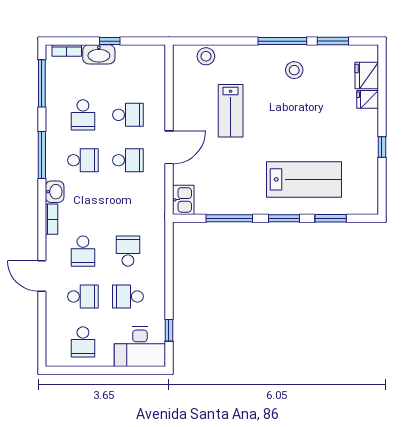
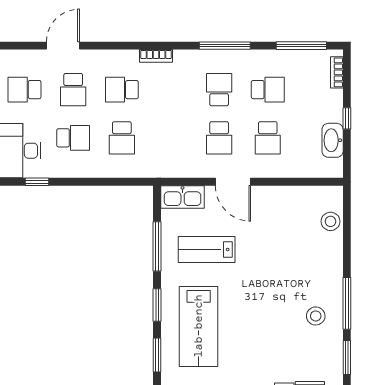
washbasin: (99, 54) -> (333, 140), moved
lab bench: (231, 111) -> (207, 250), moved
school desk: (83, 115) -> (268, 90), turned 180
school desk: (83, 160) -> (219, 90), turned 180
washbasin: (55, 192) -> (185, 59), removed
kitchen sink: (183, 200) -> (183, 197), width x1.38
school desk: (128, 251) -> (122, 138), turned 90
door: (42, 276) -> (63, 46), moved
school desk: (128, 296) -> (73, 138), turned 90

